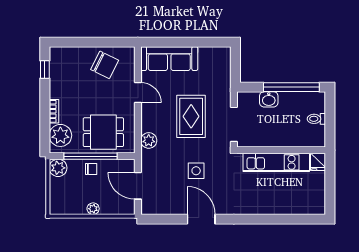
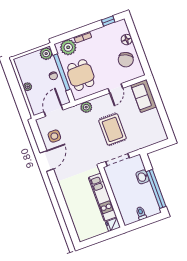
floor lamp: (78, 54) -> (127, 40), added
sofa: (169, 59) -> (144, 96), width x0.73
rug: (191, 116) -> (112, 129), turned 90
side table: (196, 171) -> (54, 136), moved

